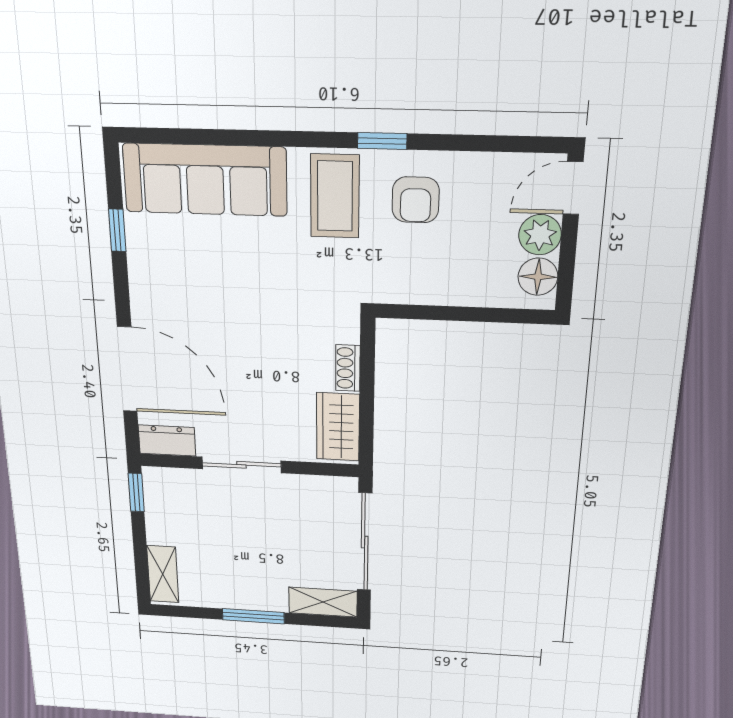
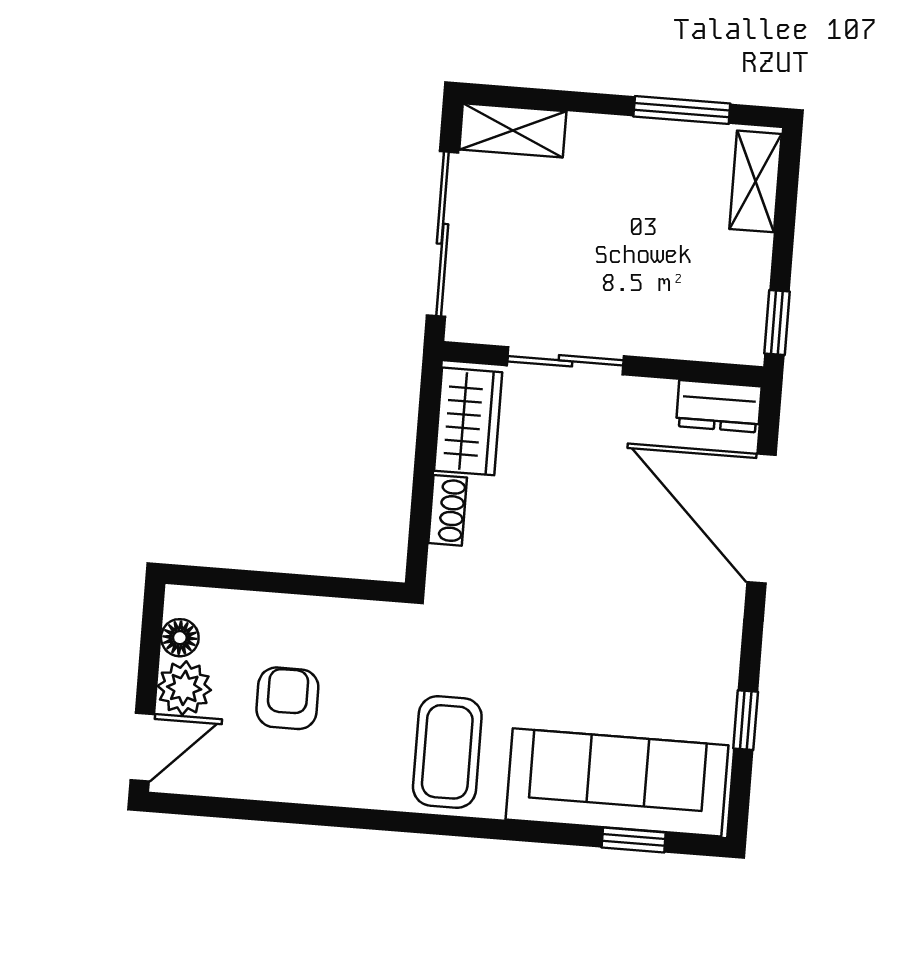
window: (382, 141) -> (634, 840), moved
armchair: (416, 200) -> (287, 698), moved
floor lamp: (538, 277) -> (180, 638), width x0.73, depth x0.73
sliding door: (241, 465) -> (566, 361), moved
window: (253, 616) -> (682, 110), moved

